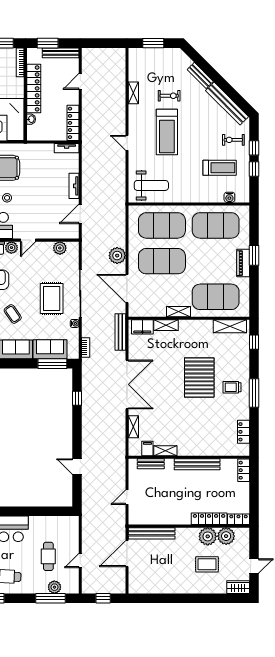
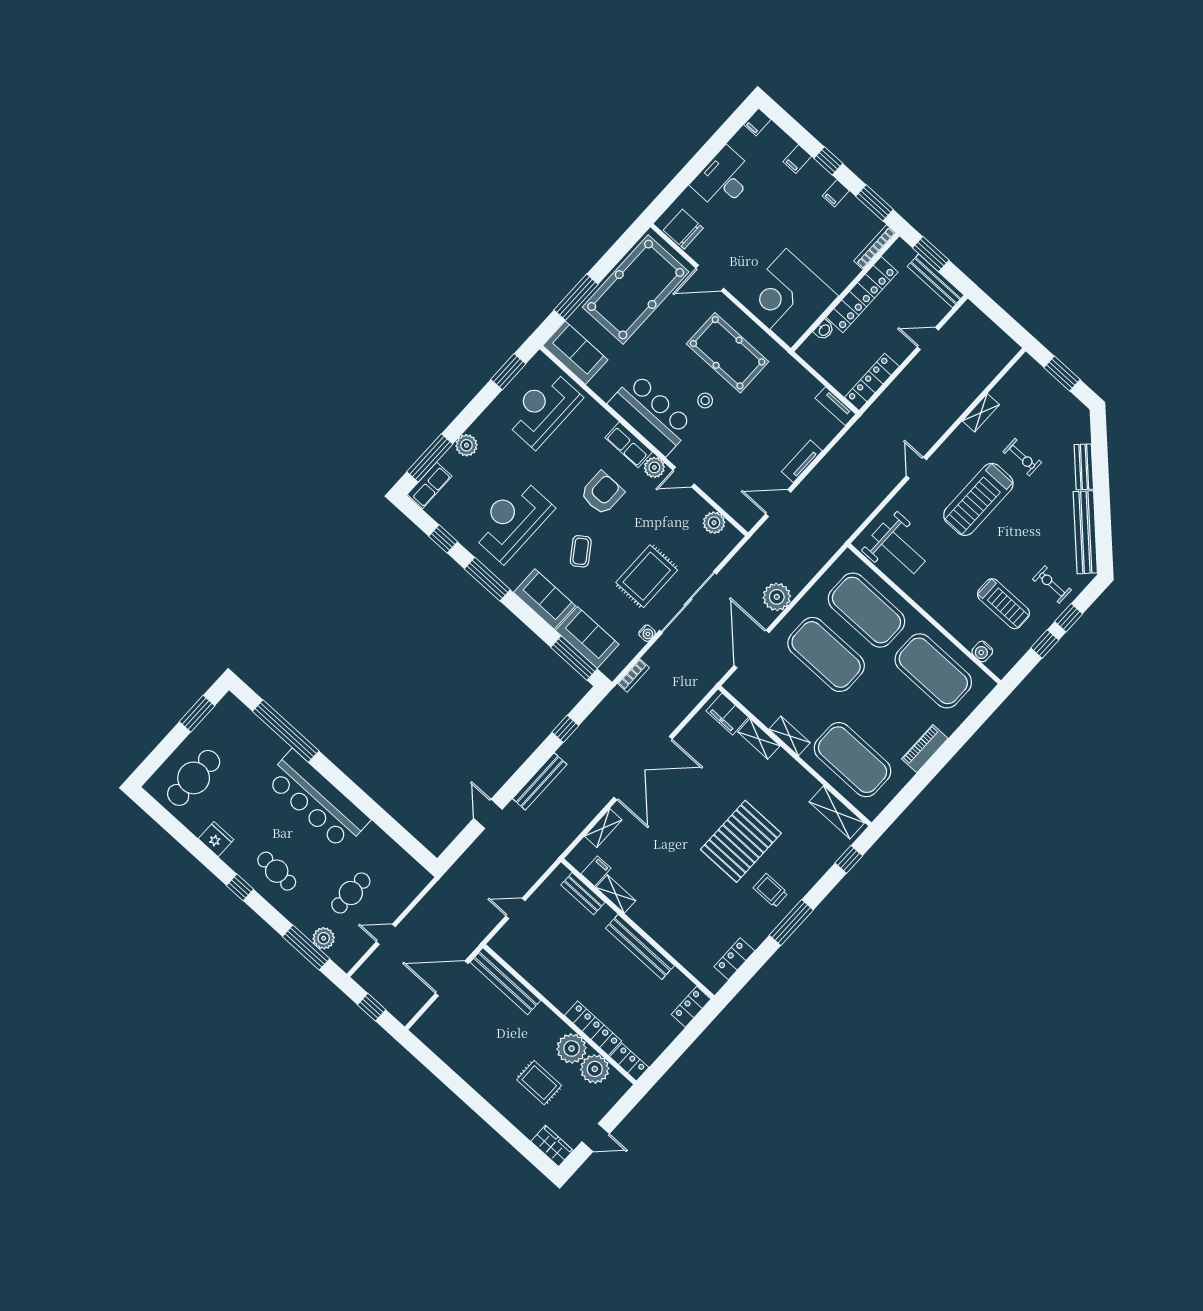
window: (254, 255) -> (947, 751), removed
bench: (120, 332) -> (540, 781), moved

